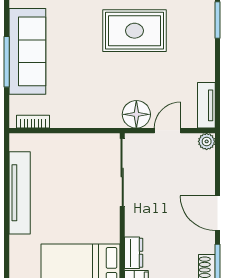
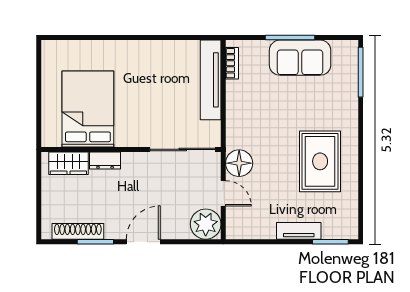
sofa: (27, 51) -> (300, 58), width x0.73
tv unit: (206, 105) -> (299, 231), moved
plant: (207, 141) -> (206, 224), width x1.88, depth x1.88
tv unit: (20, 193) -> (211, 80), moved, turned 90

